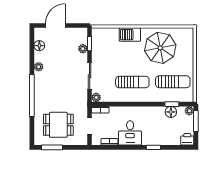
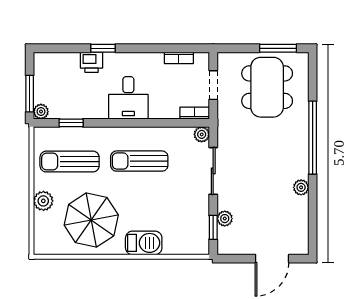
floor lamp: (39, 46) -> (300, 224), removed
plant: (188, 59) -> (43, 201), added
floor lamp: (171, 112) -> (73, 109), removed
dining table: (58, 125) -> (267, 87), width x1.38
desk: (130, 133) -> (128, 98), moved, turned 180
printer: (187, 139) -> (92, 62), moved

